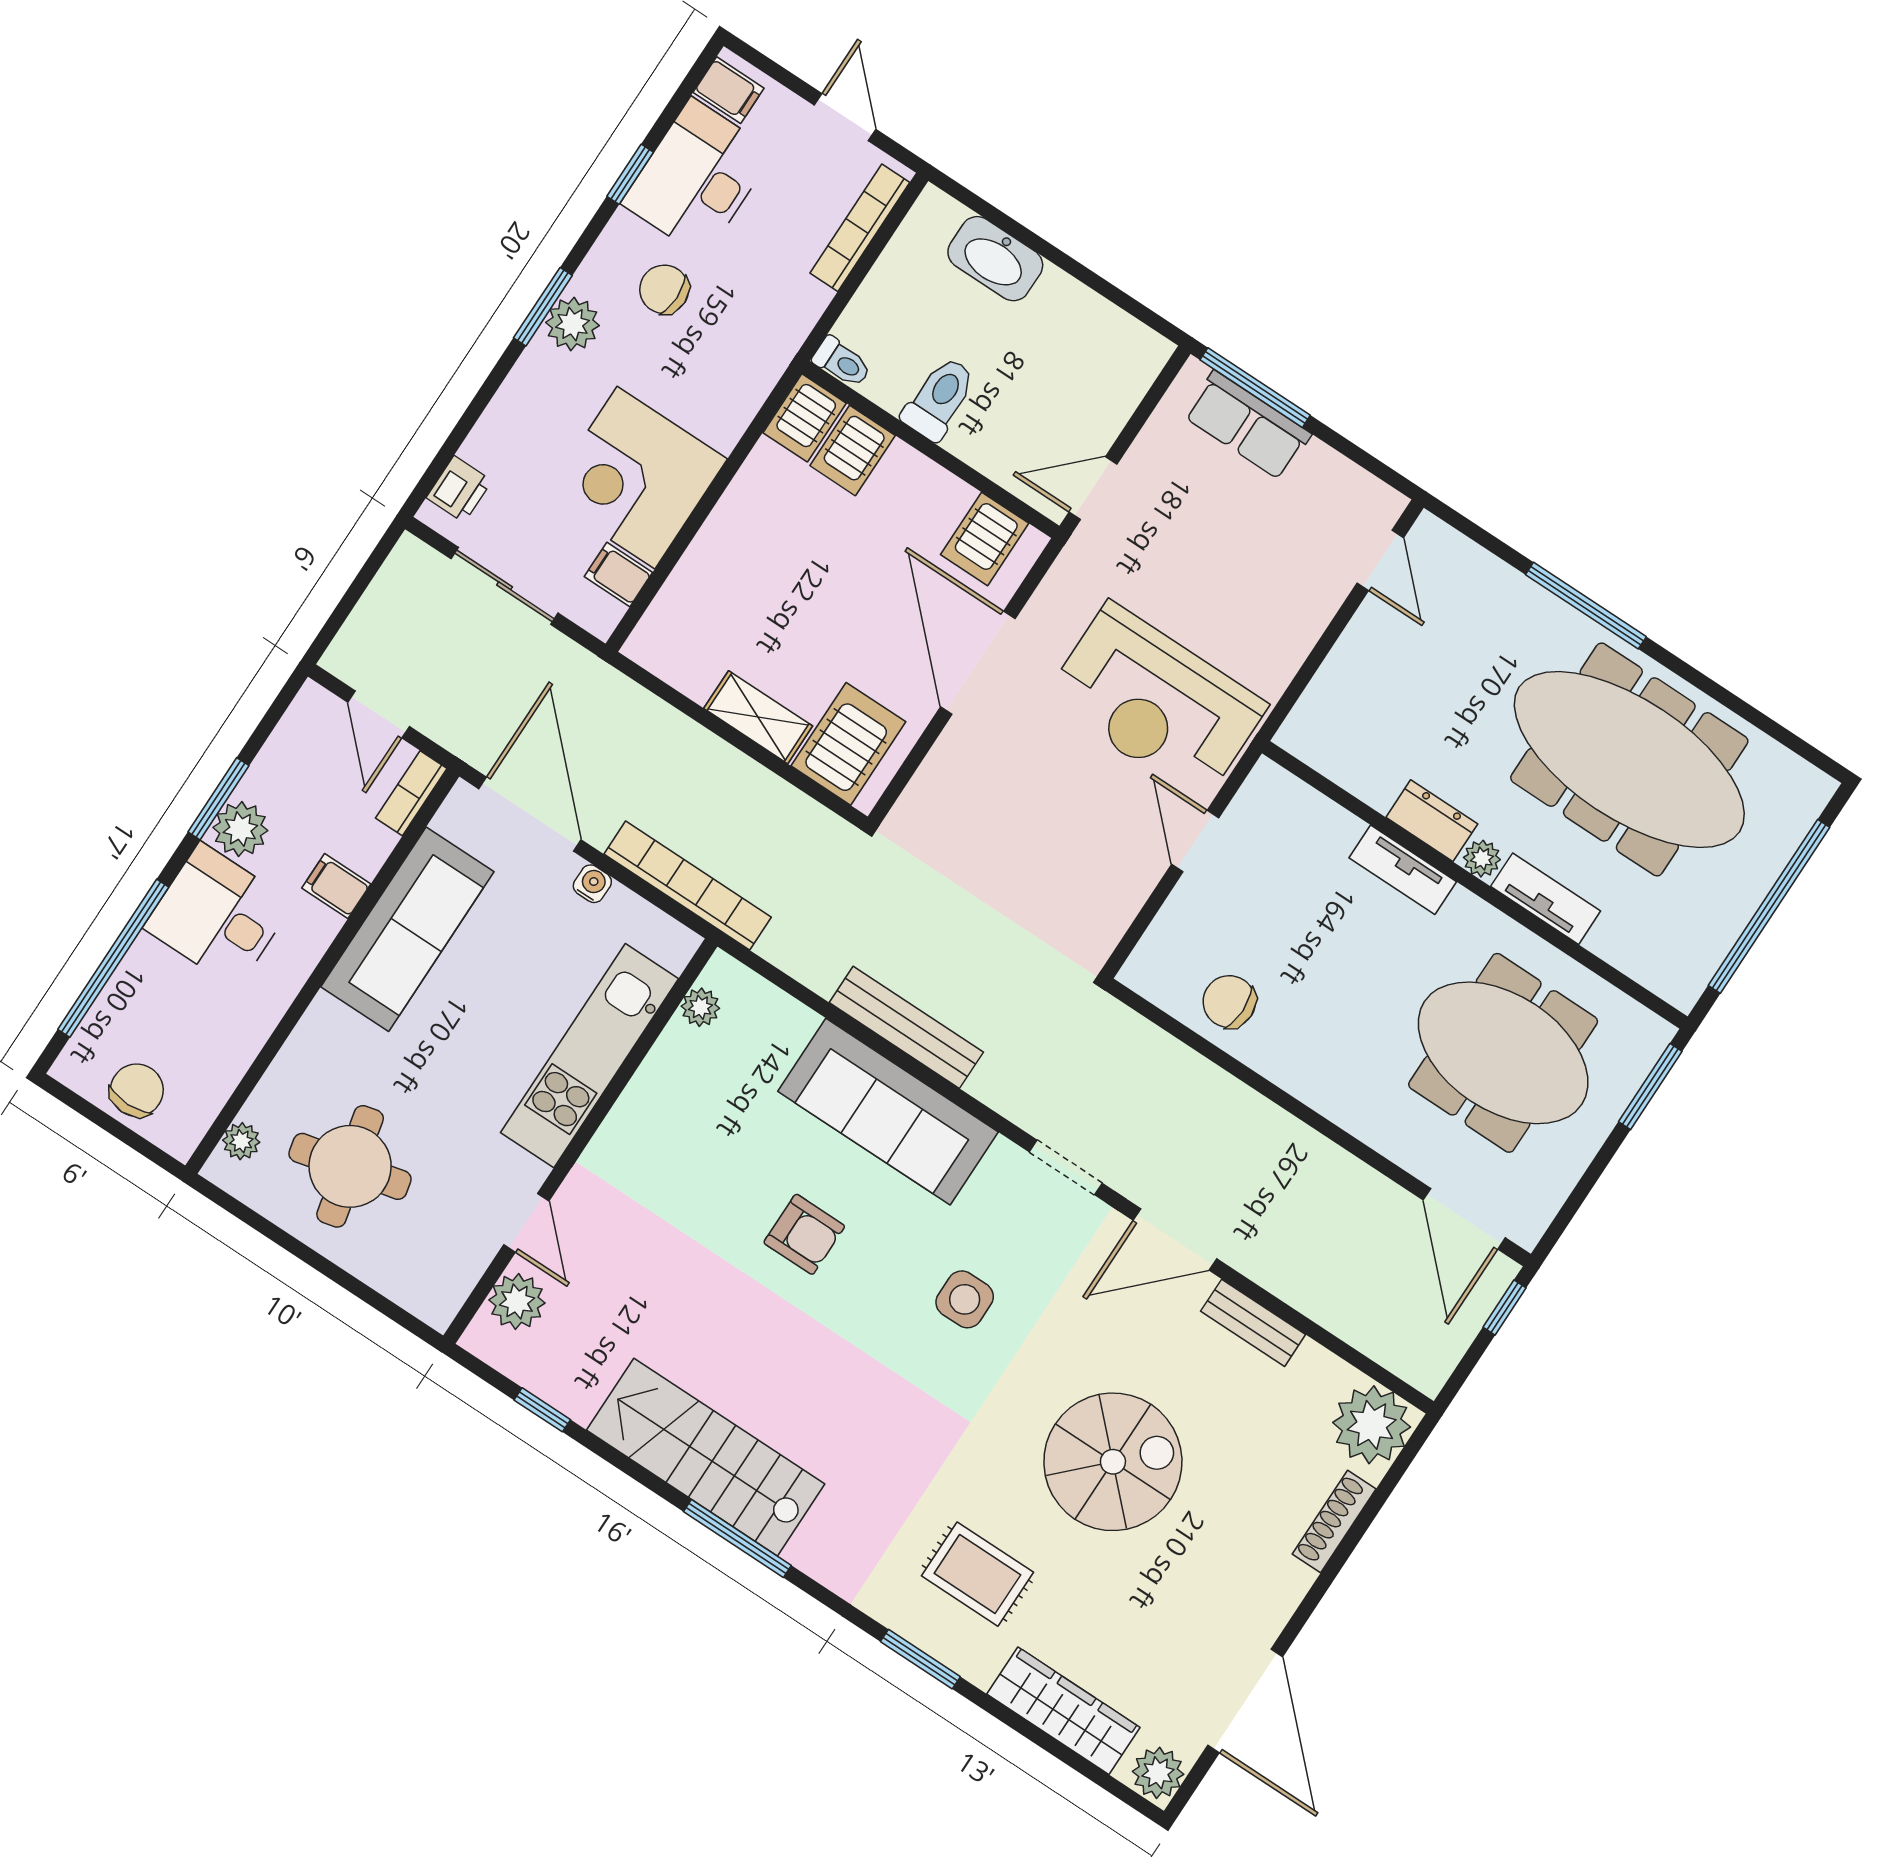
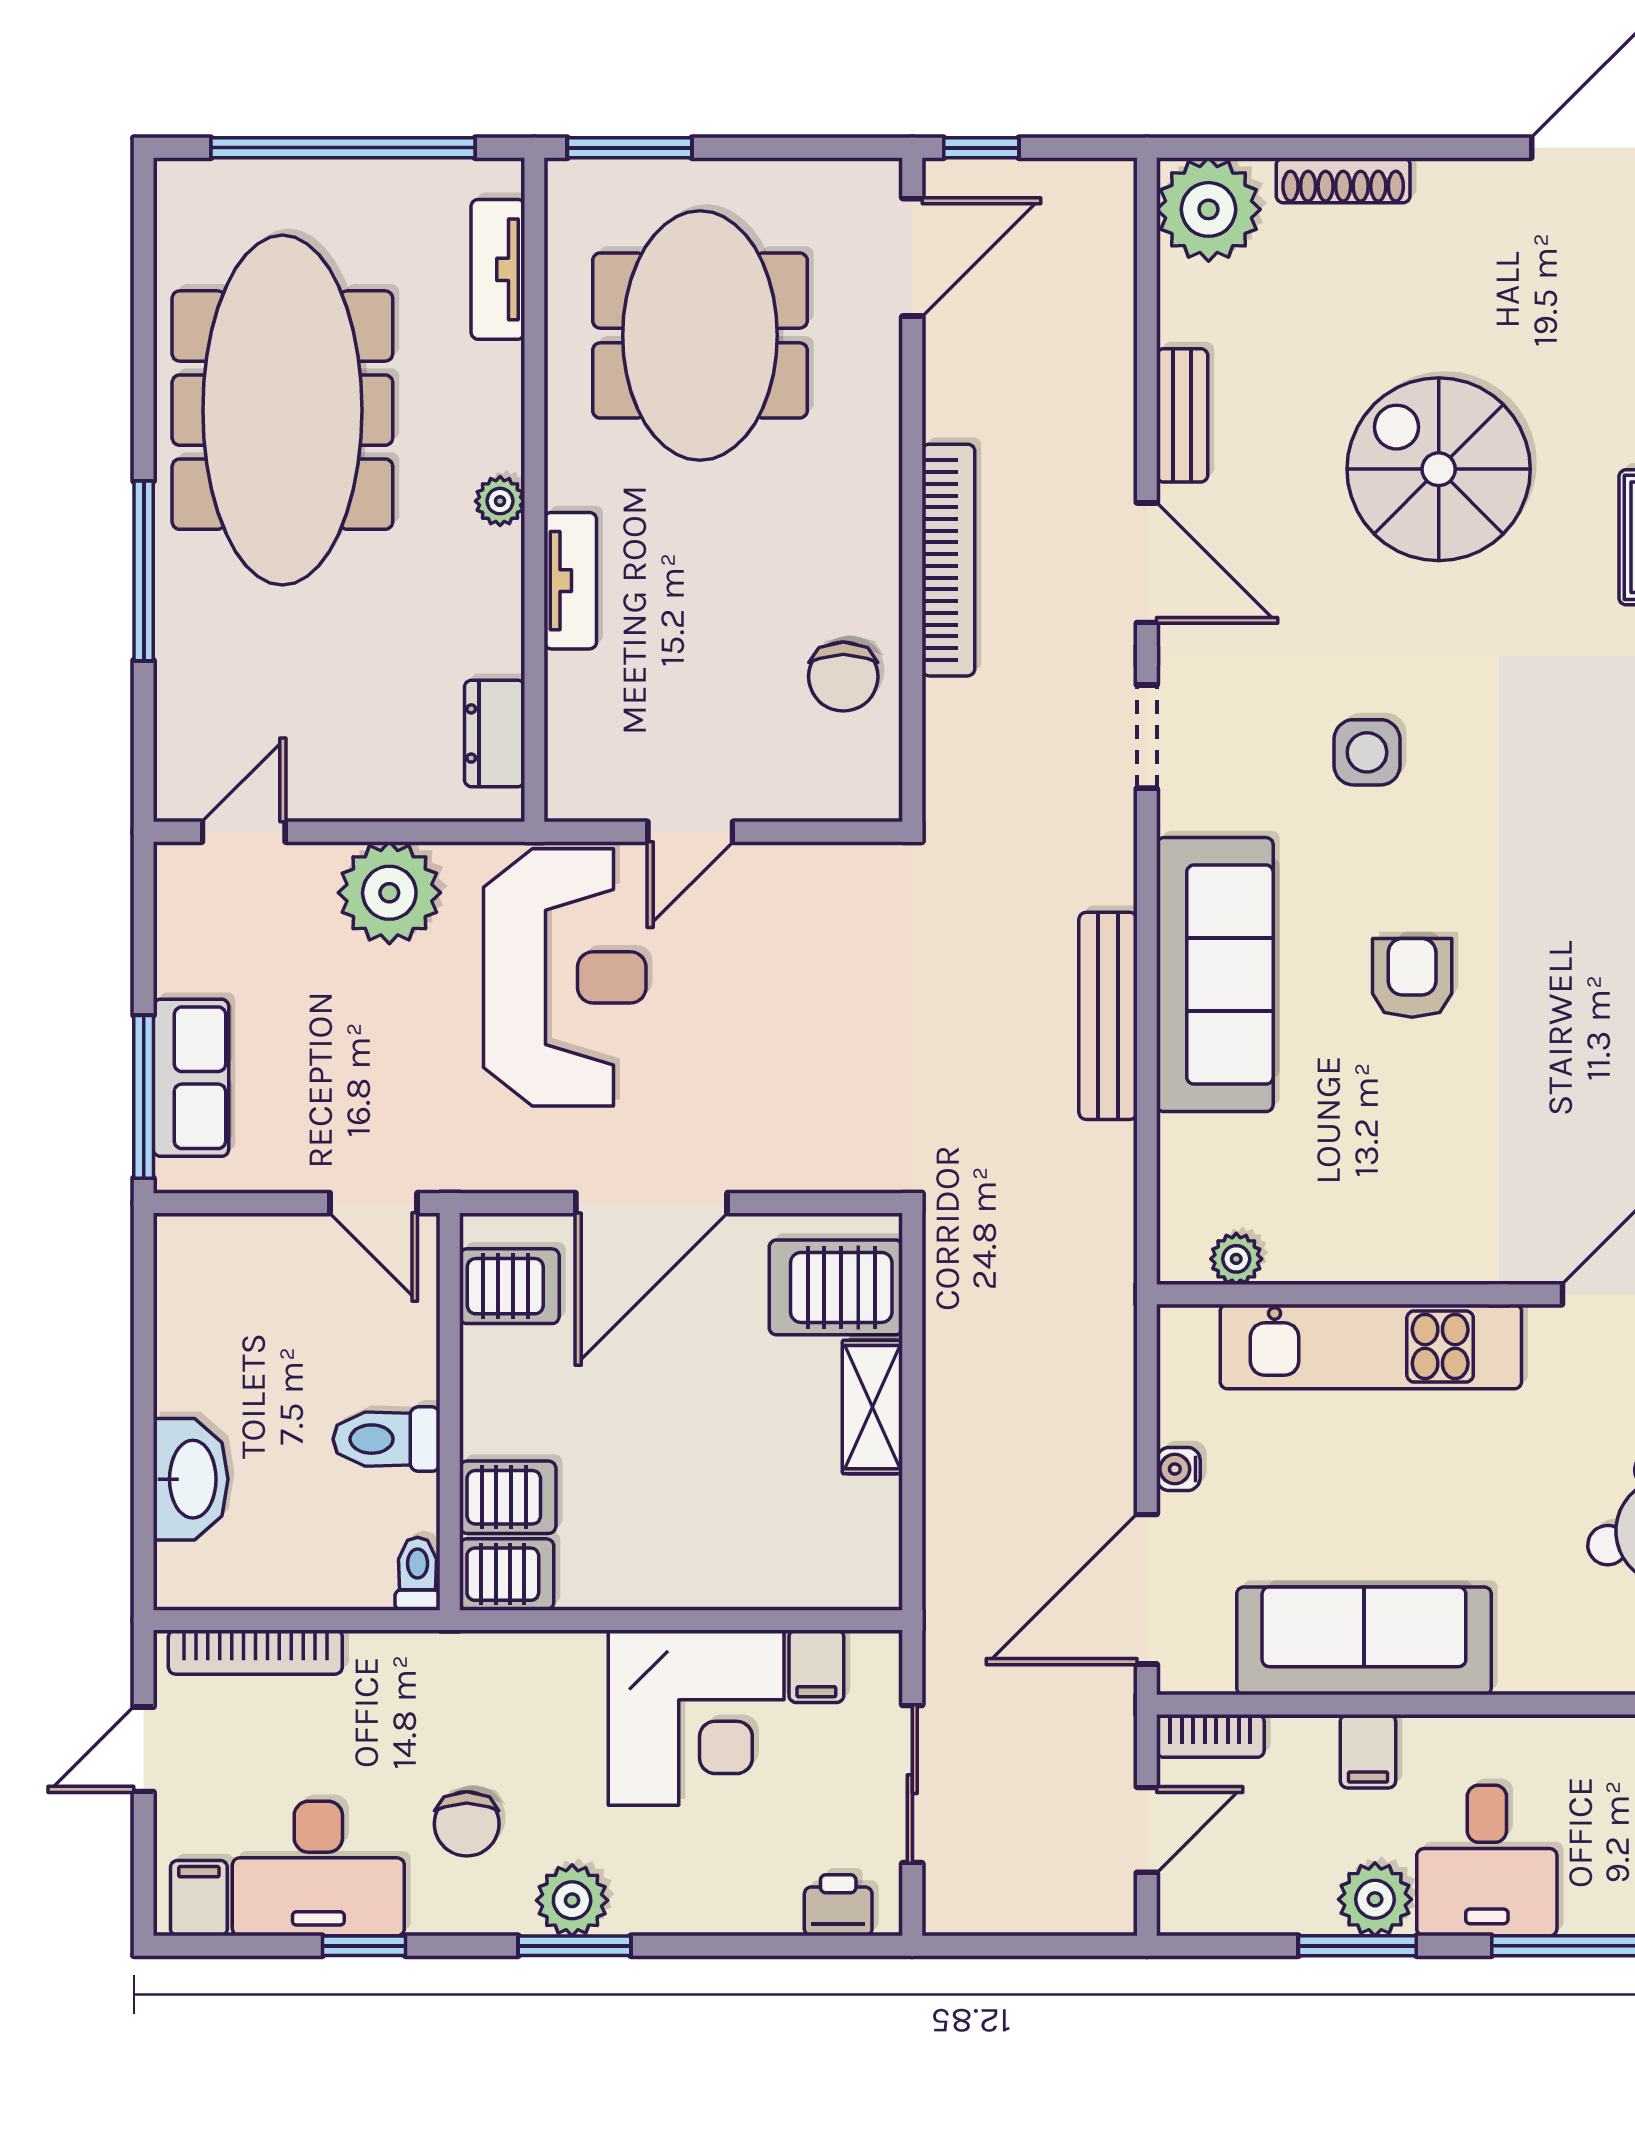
plant: (1282, 627) -> (389, 893), added
dresser: (1432, 821) -> (495, 733), moved
bookcase: (688, 886) -> (948, 560), moved, turned 180
tv unit: (1546, 899) -> (498, 269), moved

